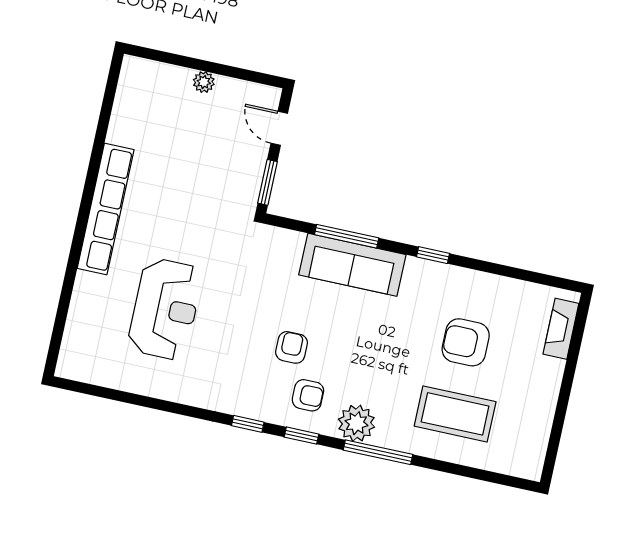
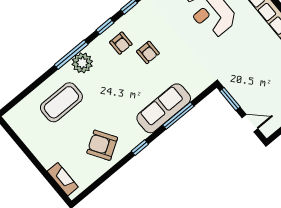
armchair: (466, 342) -> (102, 145), moved, turned -122
armchair: (308, 395) -> (121, 43), turned -90
plant: (356, 423) -> (82, 63), moved

